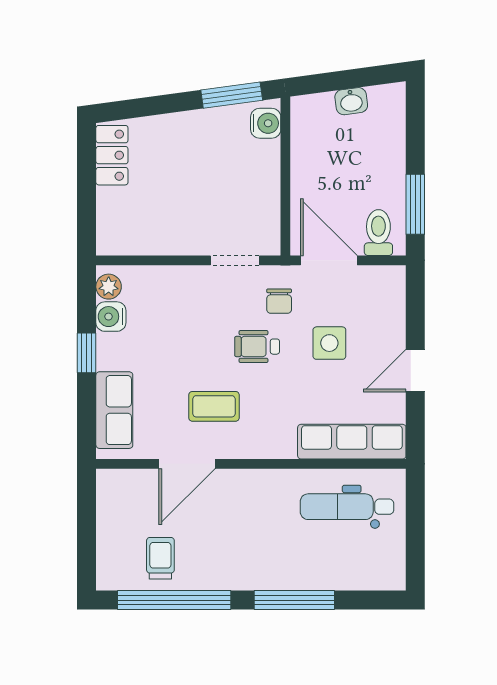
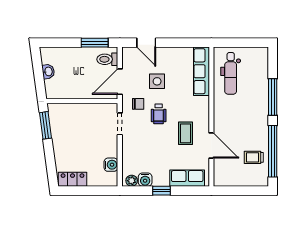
water cooler: (266, 123) -> (111, 165), moved, turned 90
door: (415, 371) -> (146, 43), moved

